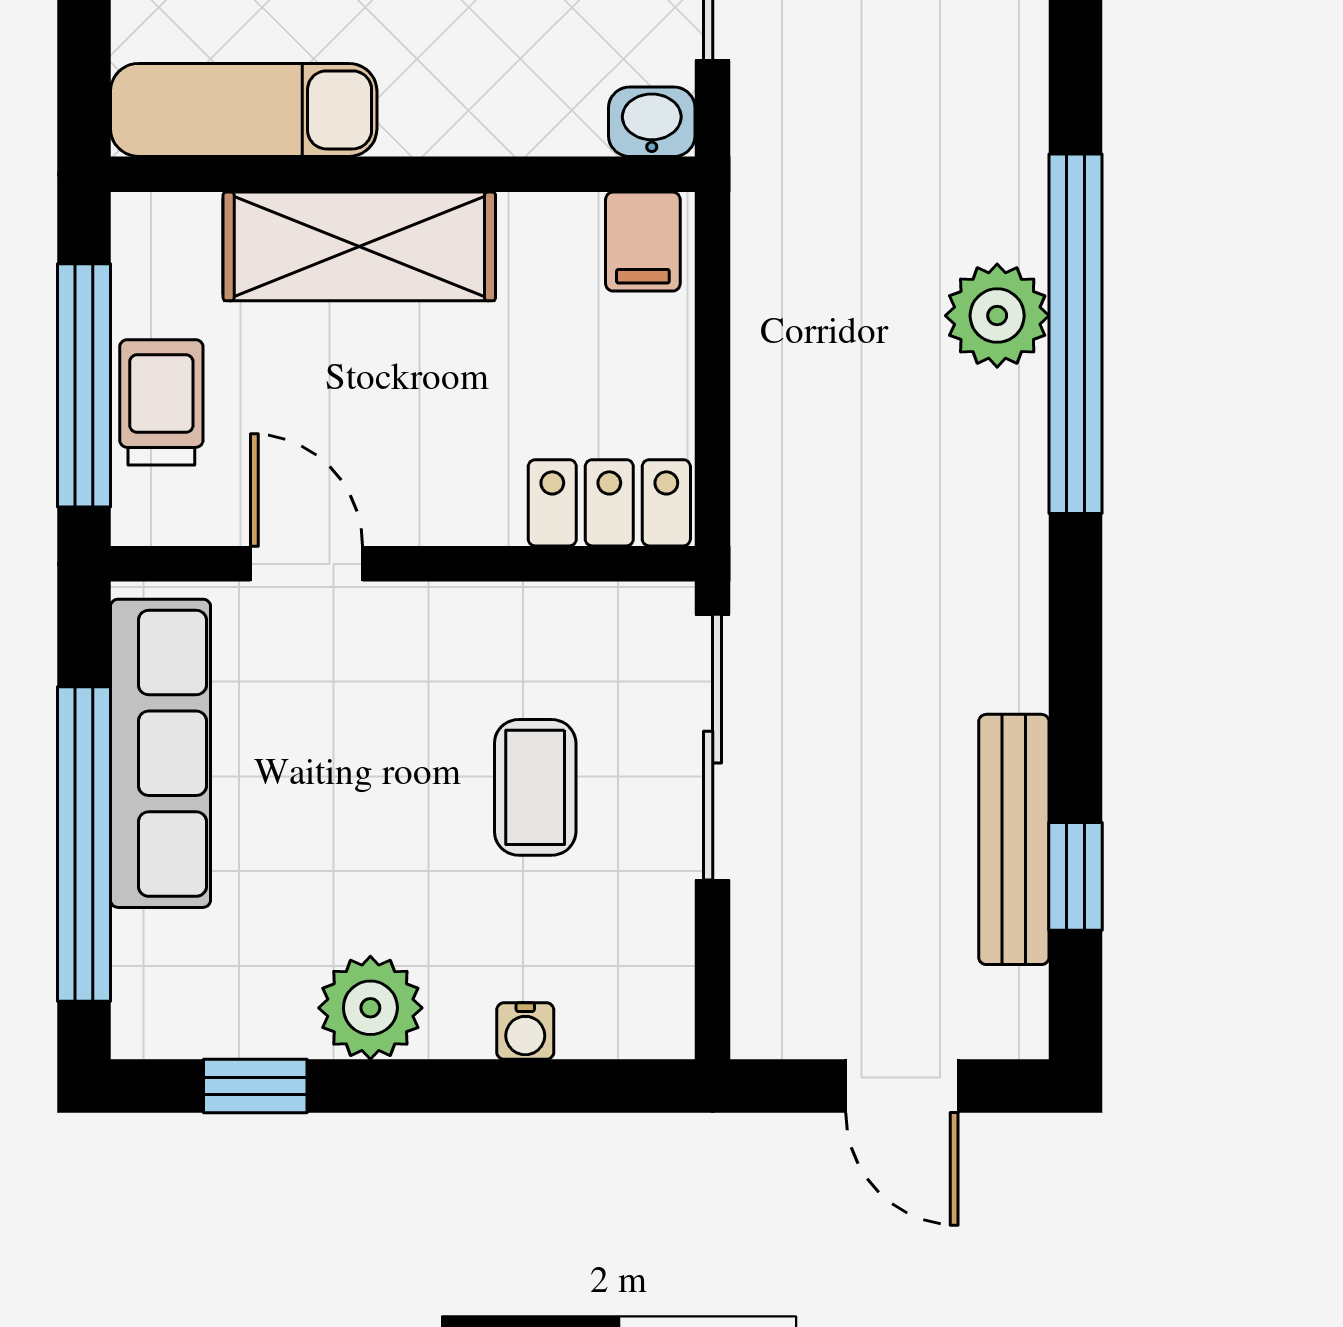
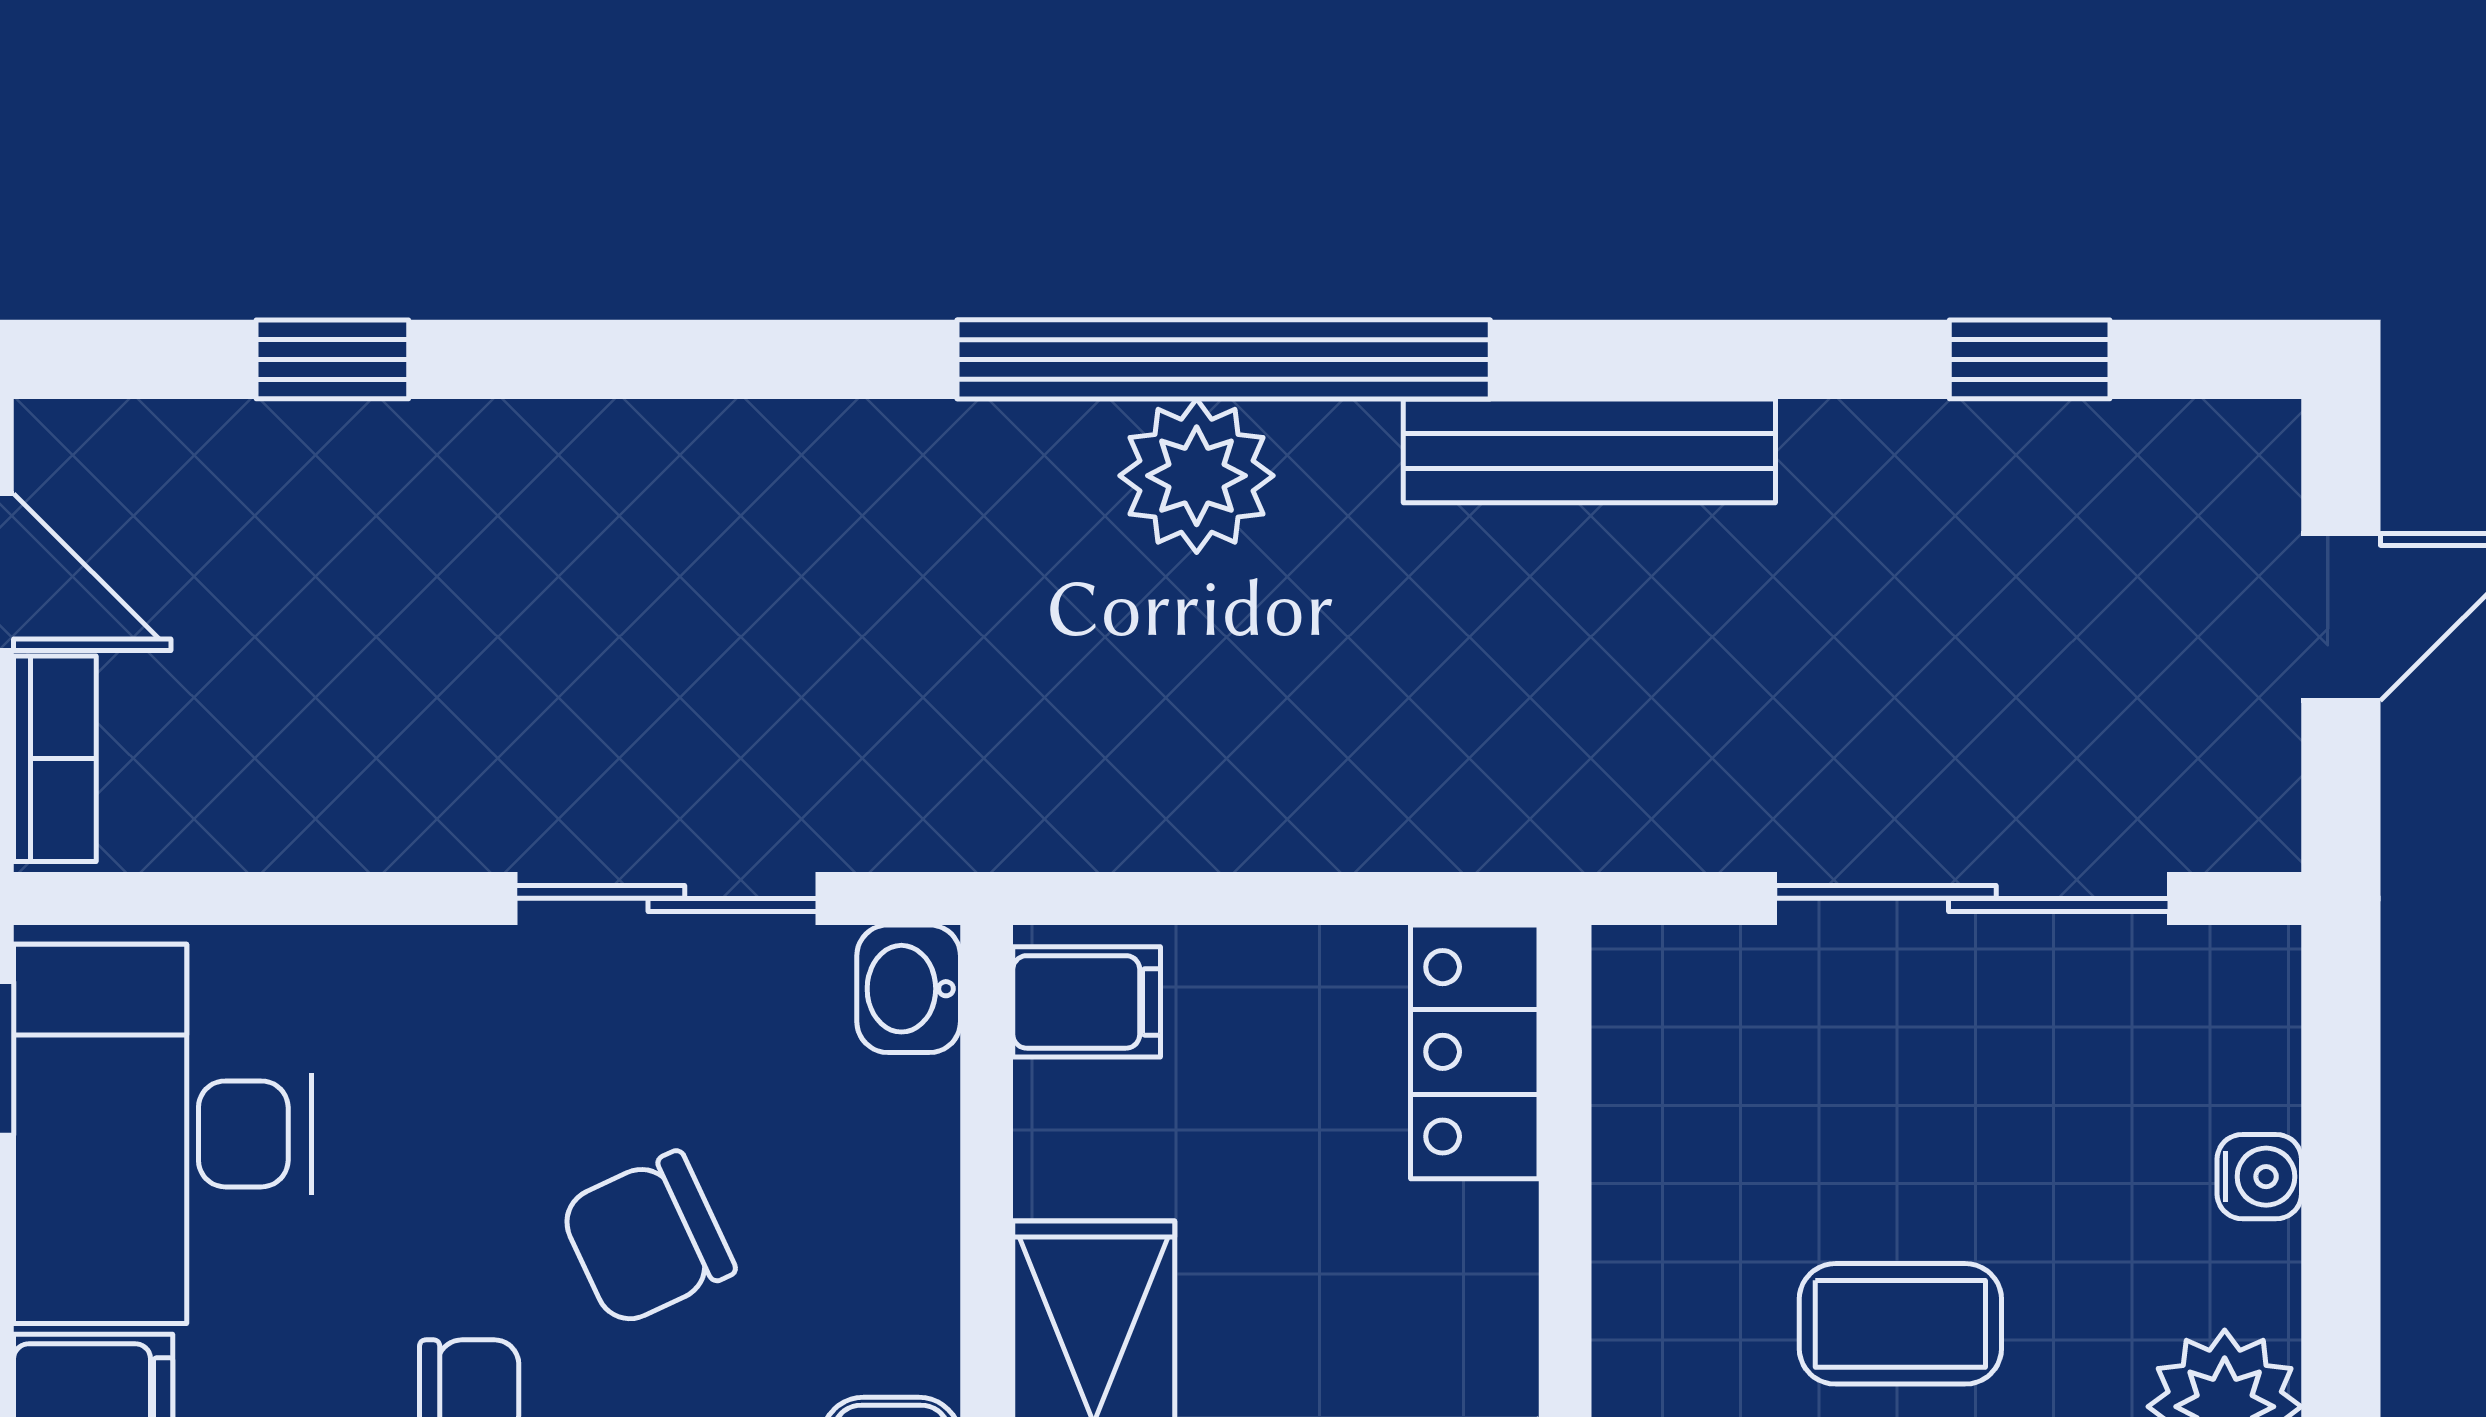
sliding door: (713, 747) -> (1972, 898), moved
coffee table: (535, 787) -> (1900, 1324), moved
bench: (1014, 839) -> (1589, 451), moved

